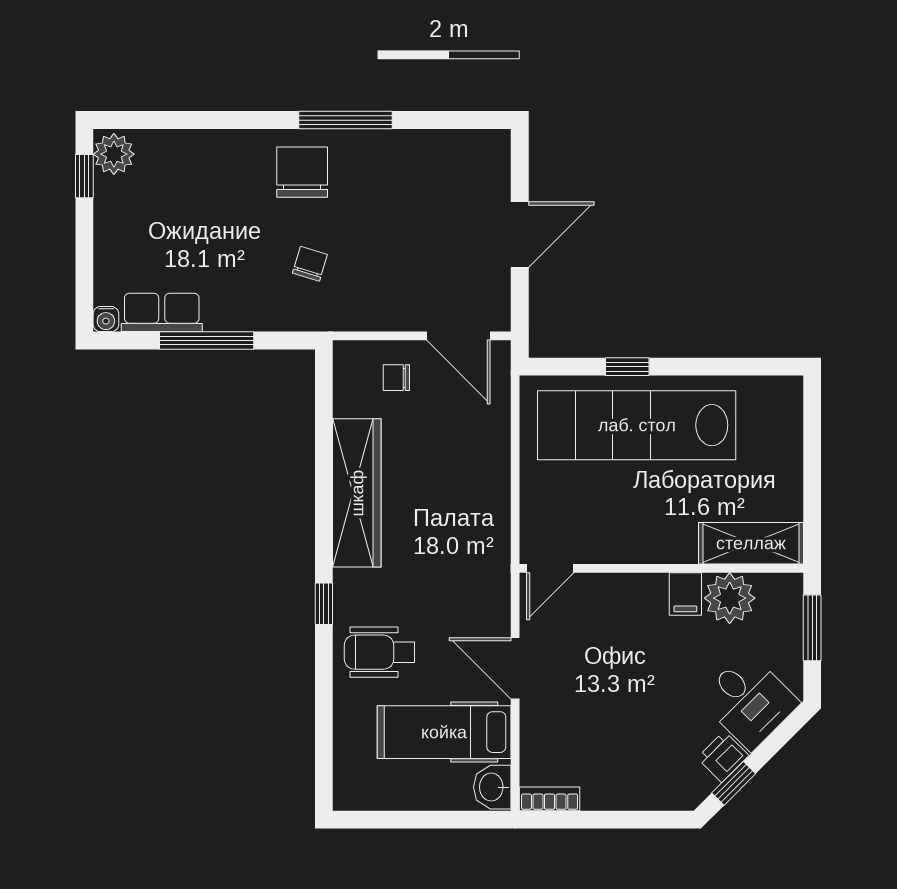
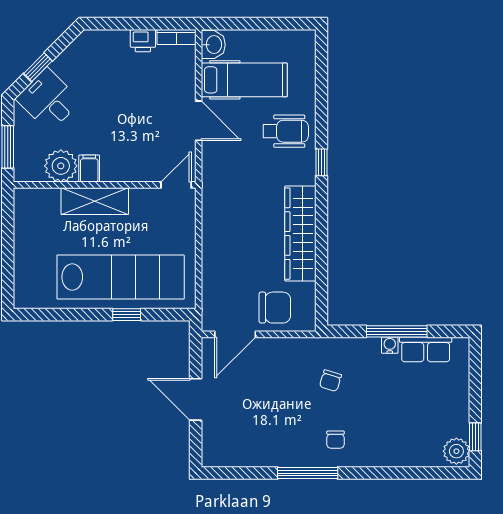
chair: (302, 172) -> (335, 440), width x0.54, depth x0.54
door: (520, 235) -> (196, 399), hinge flipped
water cooler: (106, 319) -> (390, 345), moved
door: (458, 336) -> (235, 334), swing flipped
chair: (396, 378) -> (275, 308), width x1.87, depth x1.87
shelving: (751, 543) -> (95, 201), moved
printer: (723, 757) -> (143, 41), moved, turned 45
window: (734, 783) -> (38, 67), moved

